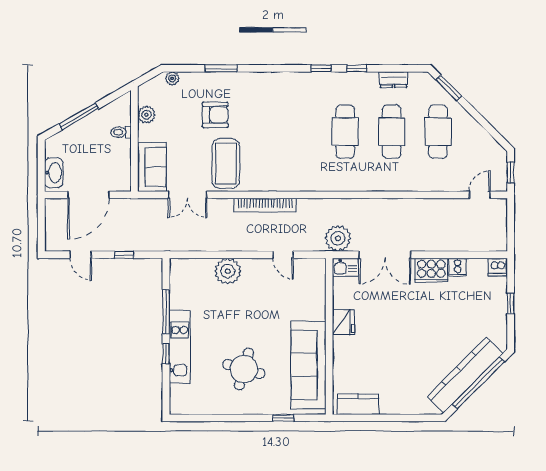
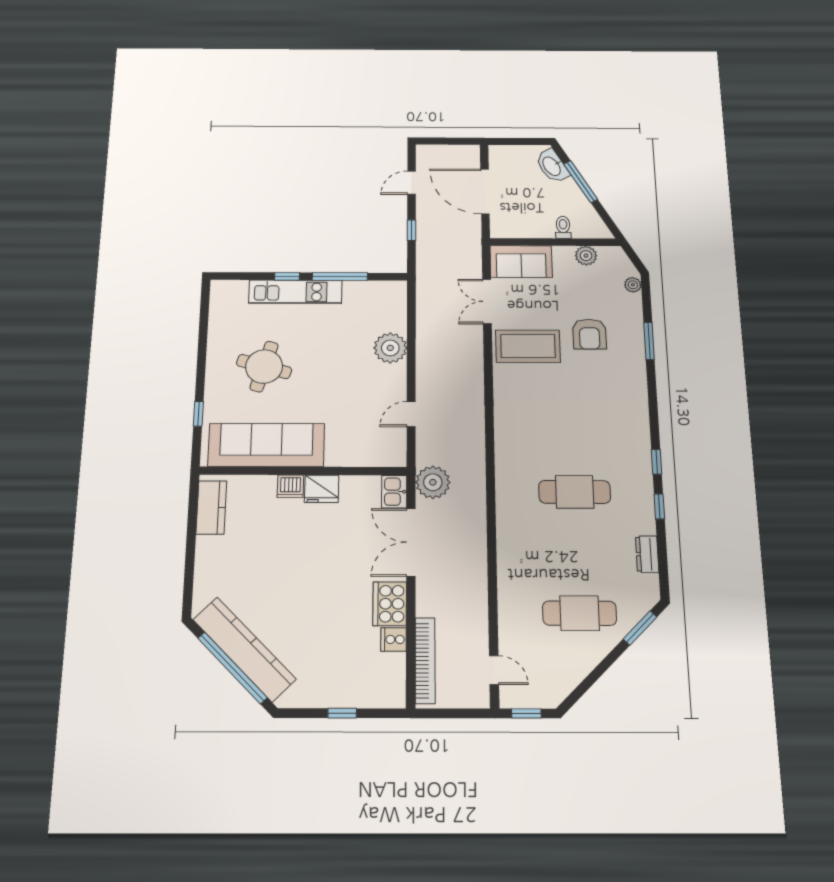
cafe table: (392, 132) -> (577, 552), removed
washbasin: (54, 173) -> (552, 166), moved, turned 60
bookcase: (265, 205) -> (425, 660), moved, turned 180
dishwasher: (498, 267) -> (290, 486), moved, turned -90

